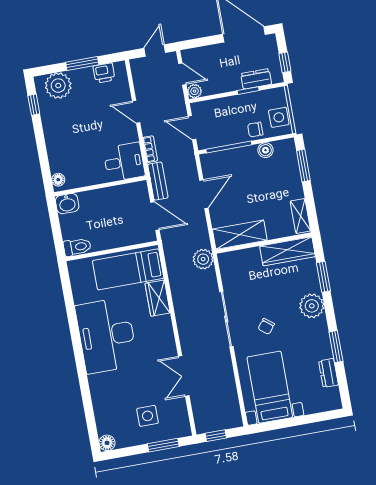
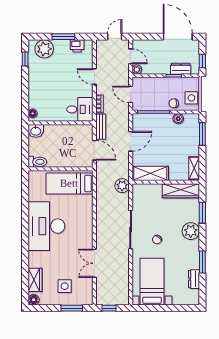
wardrobe: (158, 298) -> (35, 280), moved, turned 180

